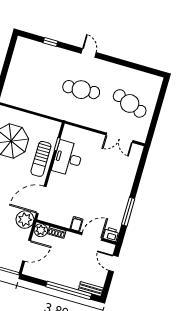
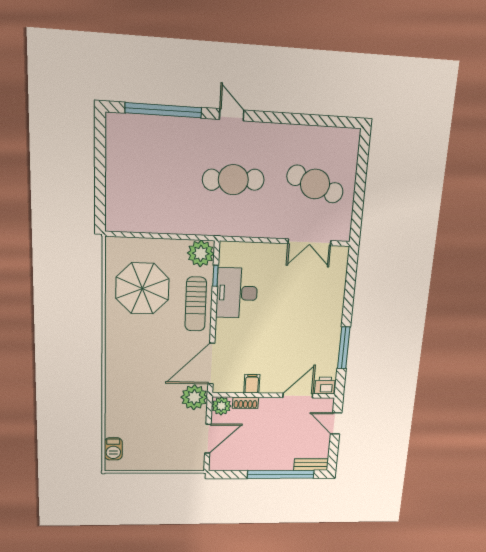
window: (50, 42) -> (163, 110), width x3.17
plant: (52, 128) -> (201, 253), added
filing cabinet: (76, 224) -> (252, 384), moved

